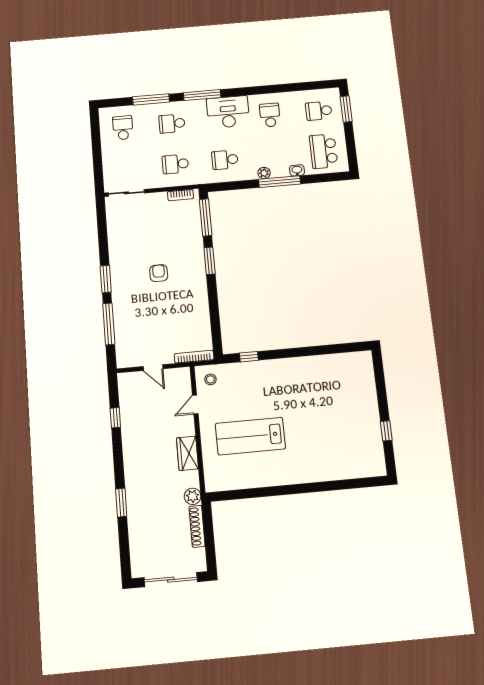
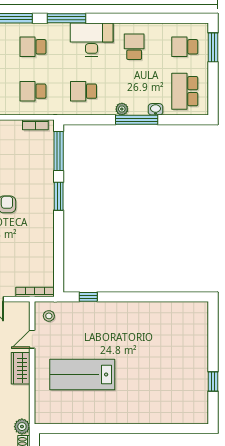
wardrobe: (187, 453) -> (21, 368), moved

